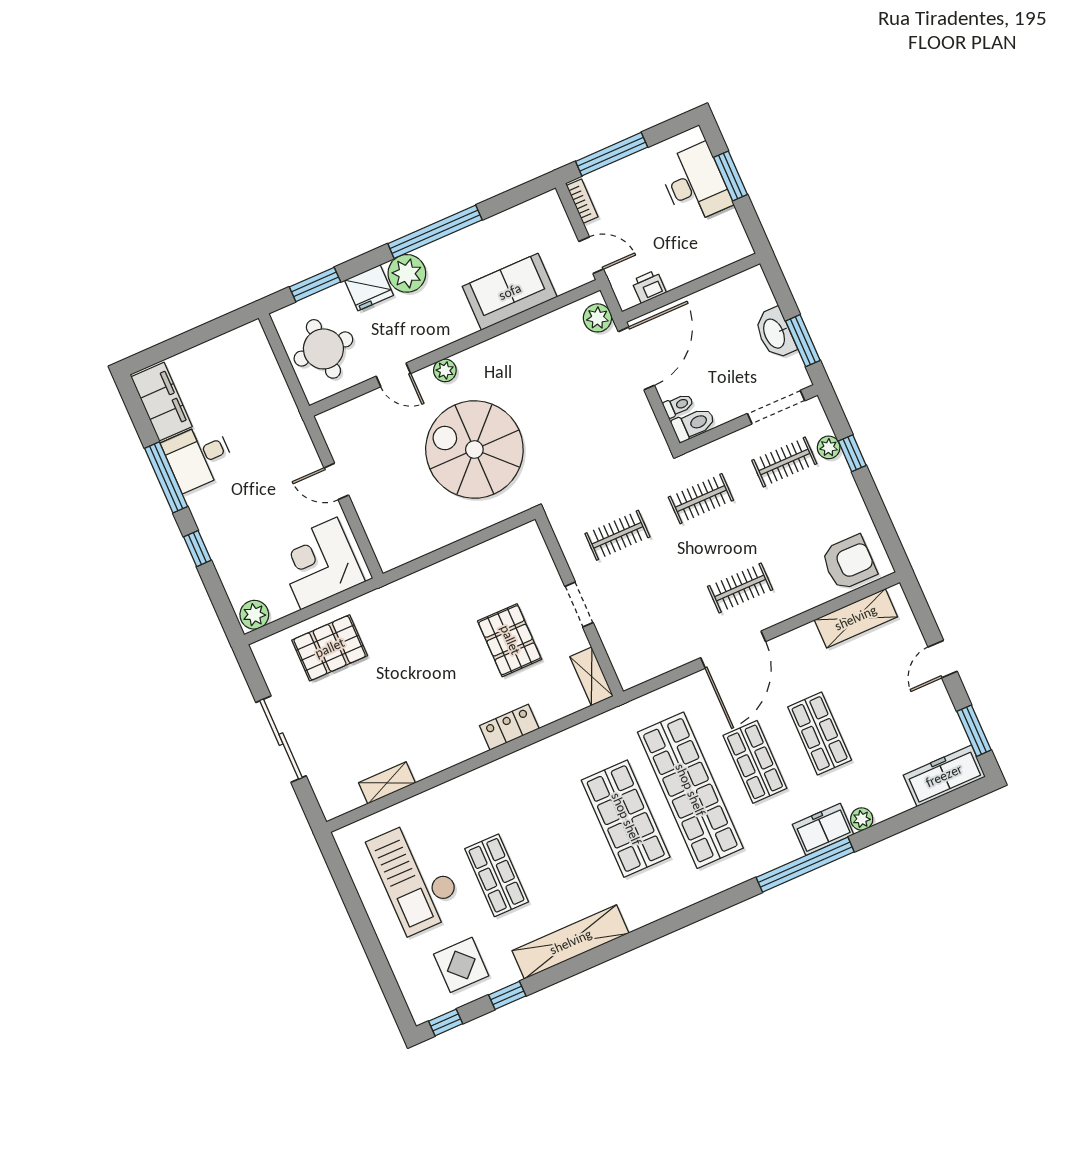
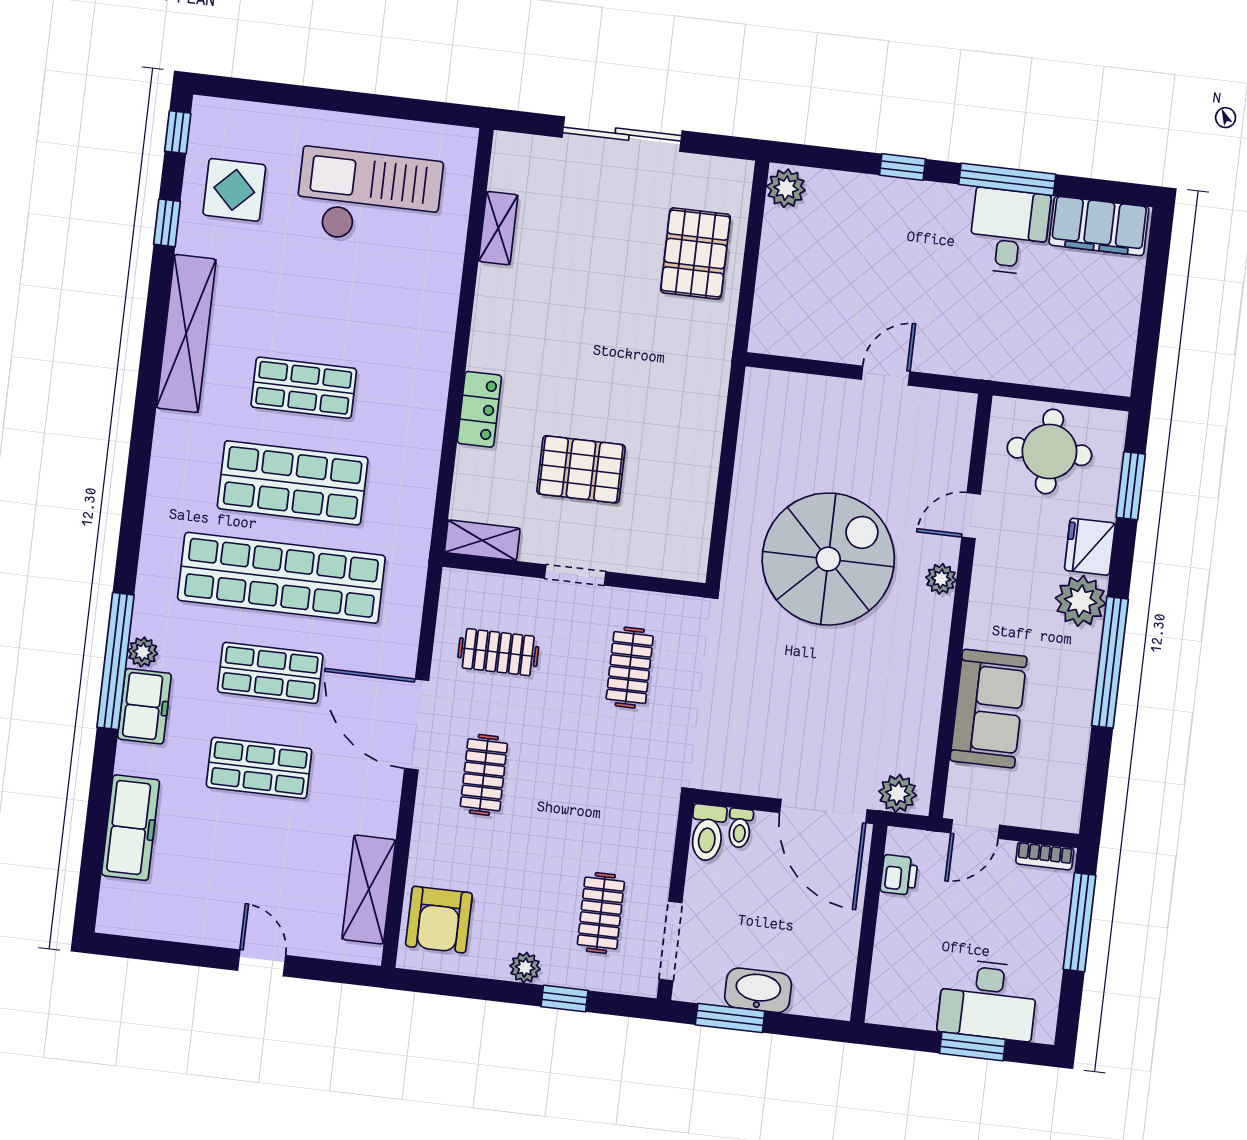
plant: (829, 447) -> (525, 968), moved
clothes rail: (701, 499) -> (498, 652), moved, turned 90
corner desk: (319, 563) -> (802, 299), removed
window: (974, 731) -> (156, 951), removed
freezer: (944, 776) -> (131, 828), moved
plant: (862, 819) -> (143, 652), moved
shop shelf: (497, 875) -> (304, 388), moved

